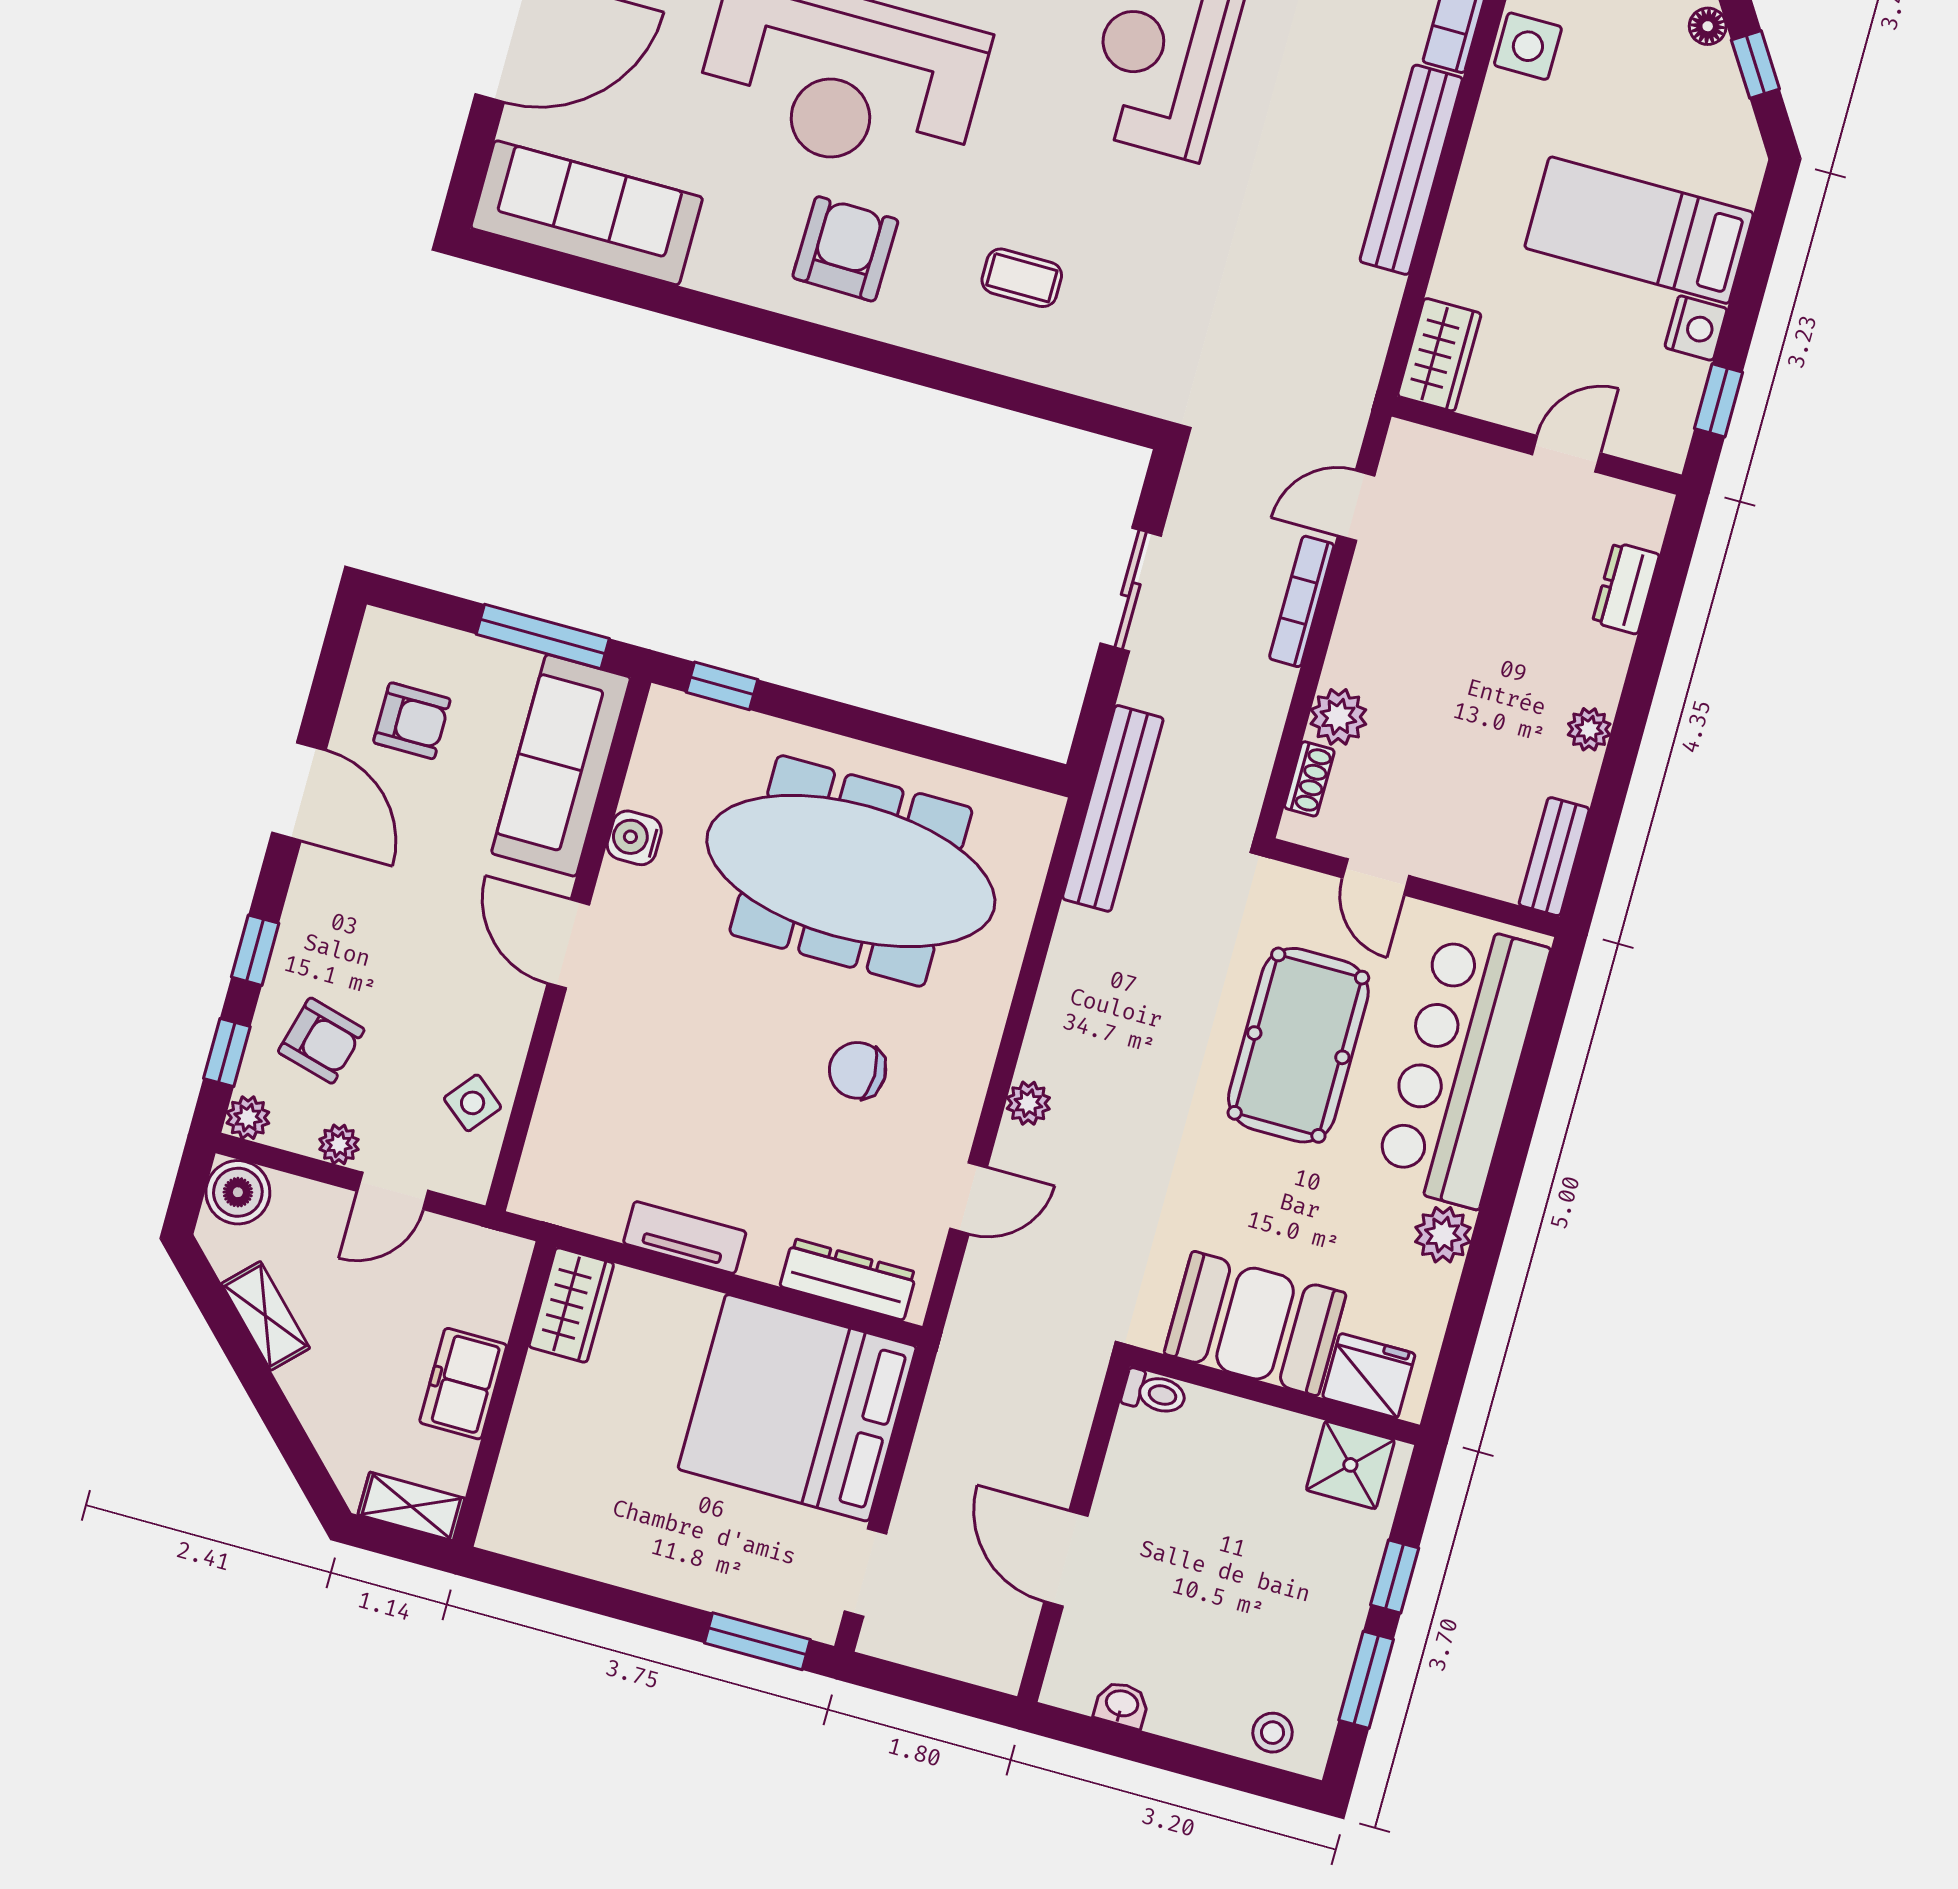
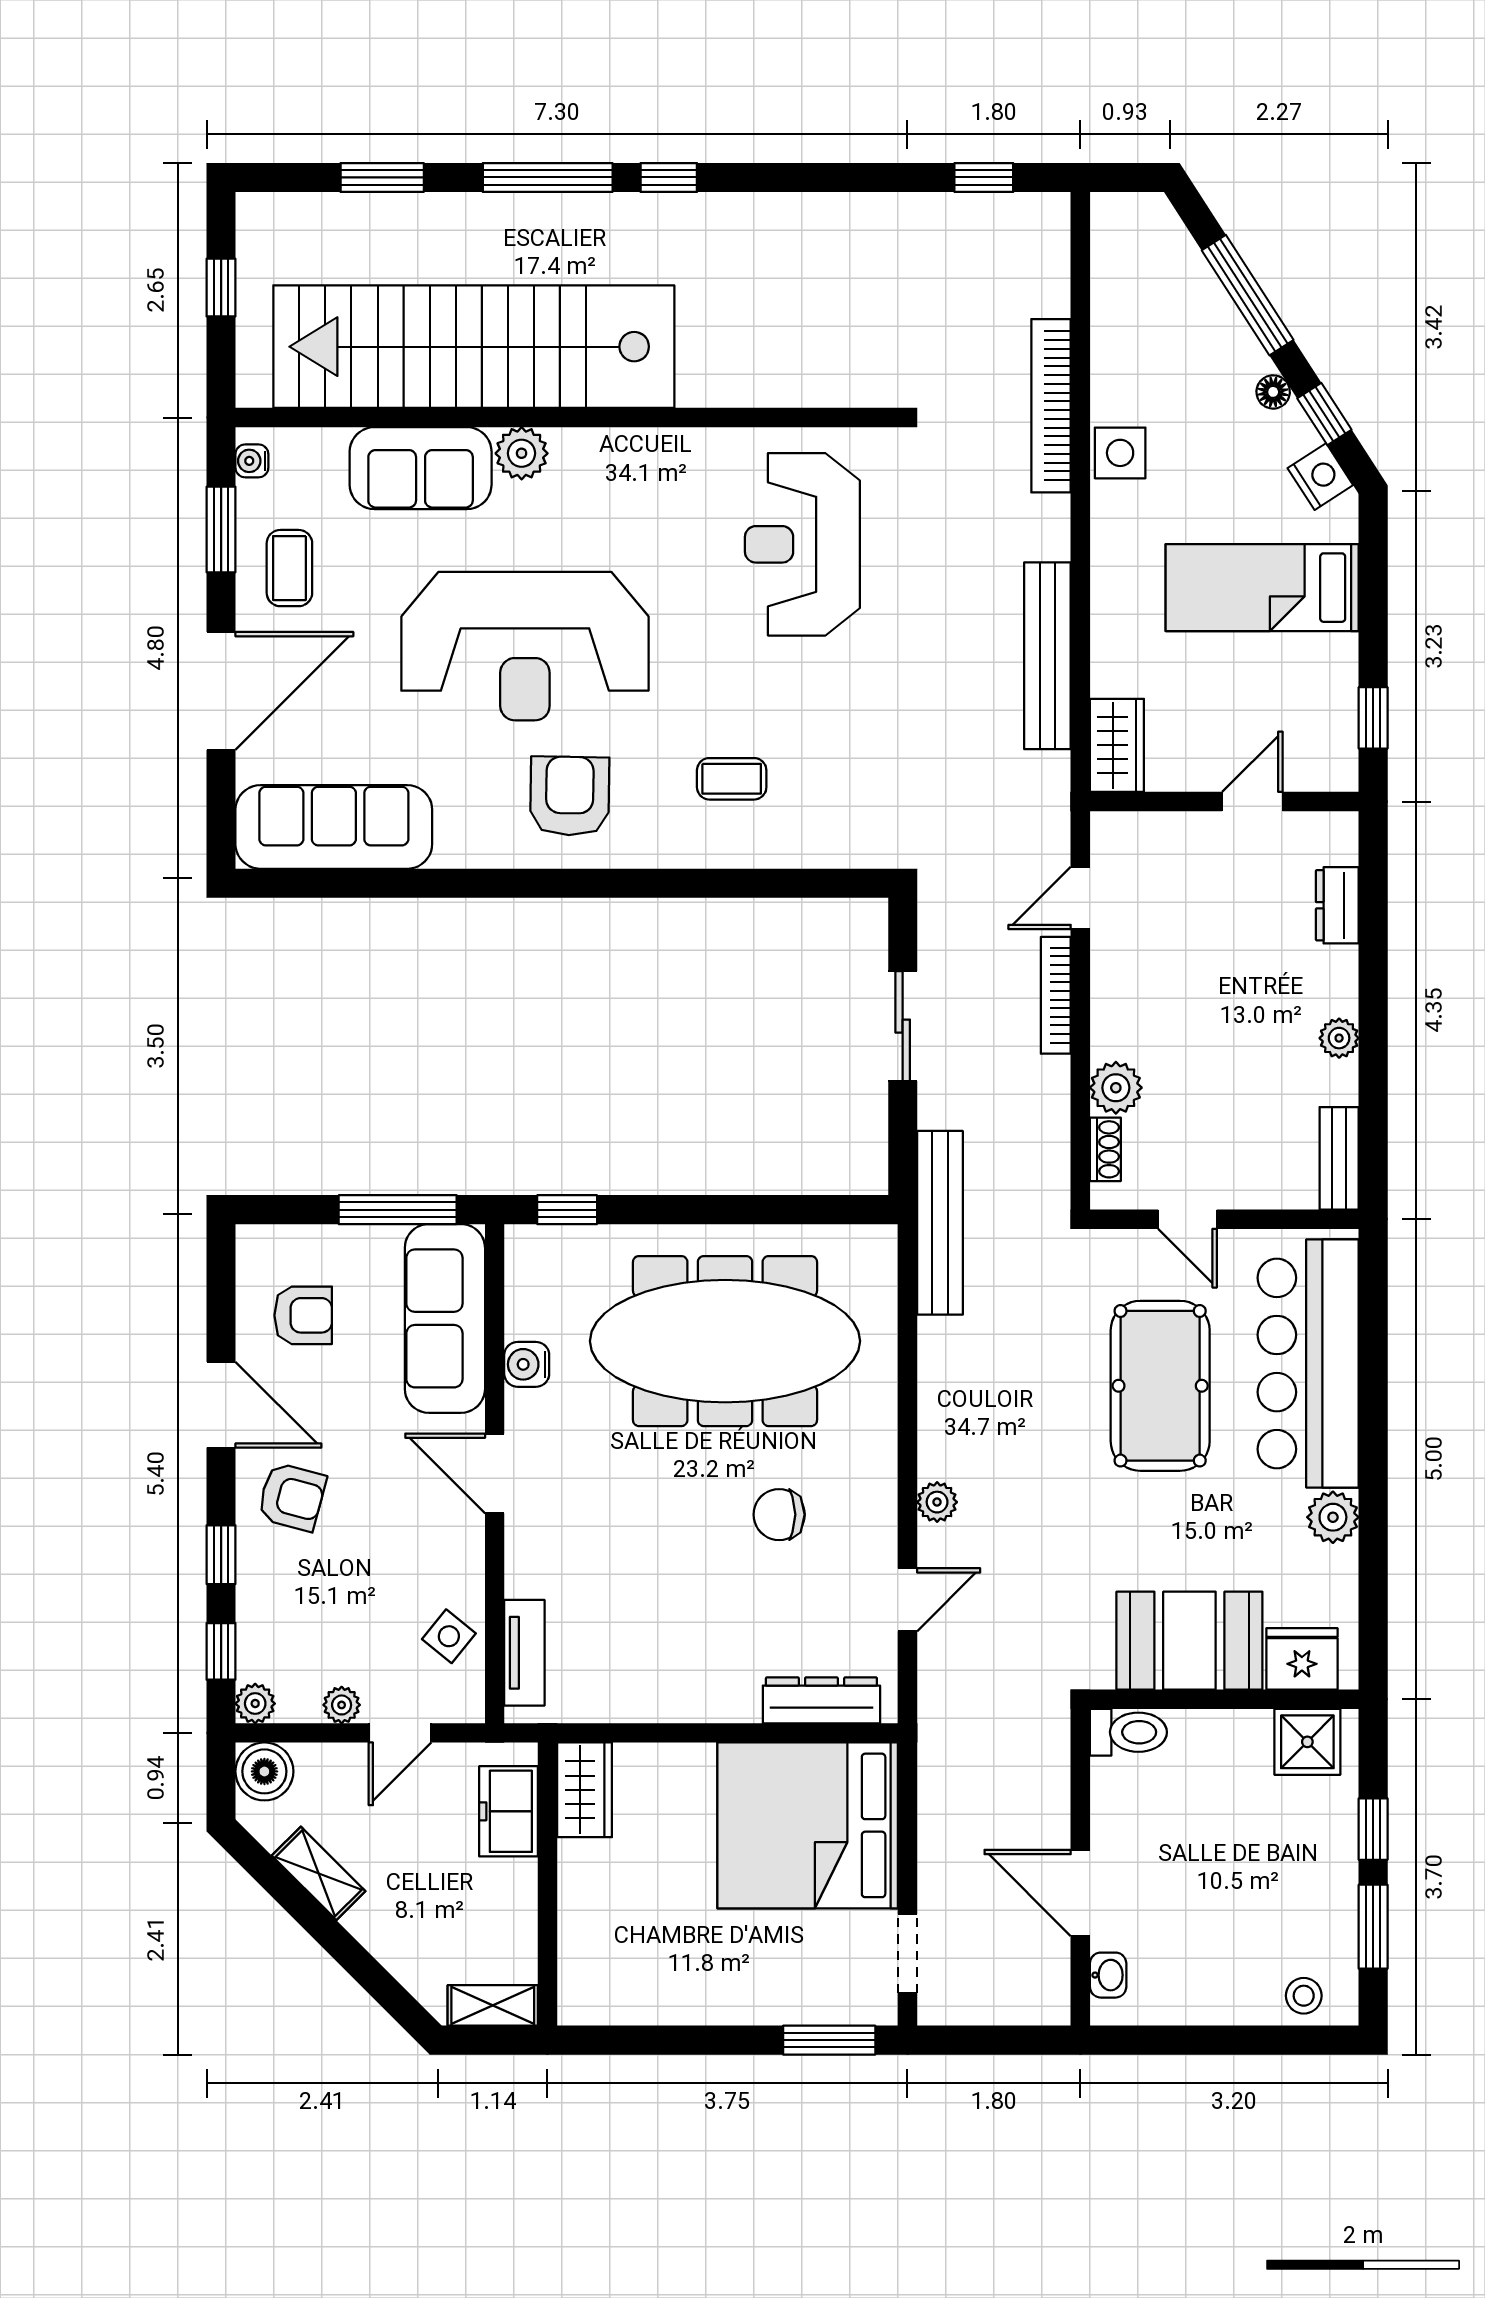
bench: (1411, 170) -> (1047, 656), moved
nightstand: (1696, 328) -> (1320, 477), moved, turned -33
armchair: (321, 1041) -> (292, 1497), moved
tv unit: (685, 1237) -> (524, 1653), moved, turned 90
freezer: (463, 1384) -> (509, 1811), moved
toilet: (1154, 1393) -> (1128, 1732), width x1.37, depth x1.39
washbasin: (1122, 1704) -> (1108, 1975), moved, turned 90

